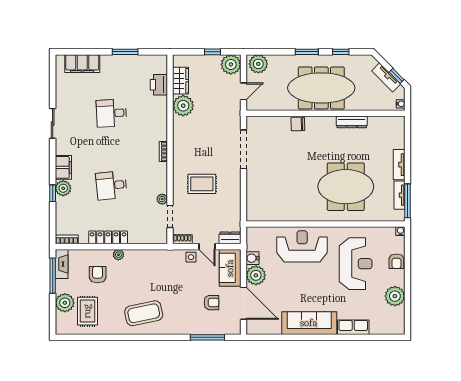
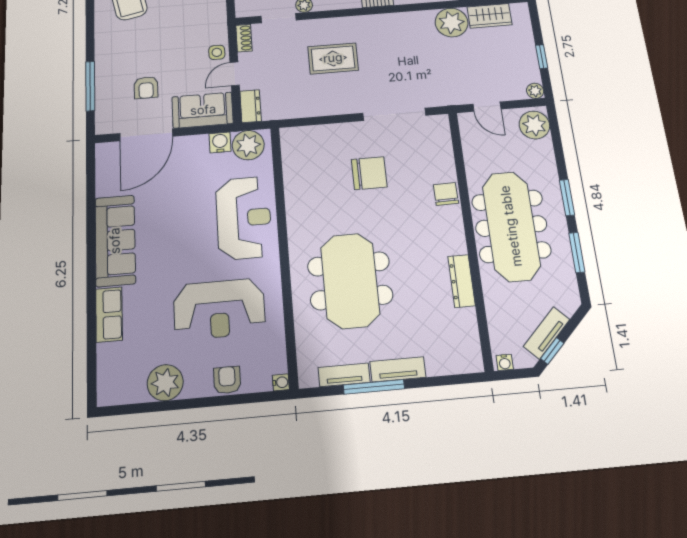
window: (341, 52) -> (577, 252), width x1.50
plant: (231, 64) -> (535, 91), width x0.53, depth x0.53
chair: (281, 169) -> (369, 173), added
rug: (202, 184) -> (333, 58), turned 90
window: (408, 201) -> (374, 387), moved
armchair: (396, 261) -> (227, 380), turned 90
plant: (256, 275) -> (248, 145), moved

